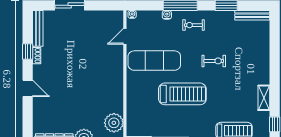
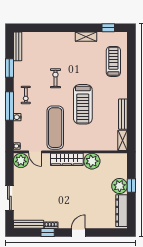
plant: (115, 19) -> (21, 160), added
wardrobe: (116, 75) -> (67, 159), added
treadmill: (182, 94) -> (83, 104), turned 180
plant: (114, 123) -> (92, 161), moved

